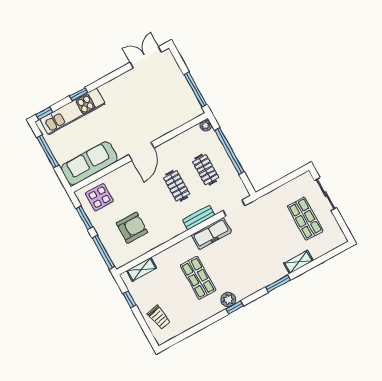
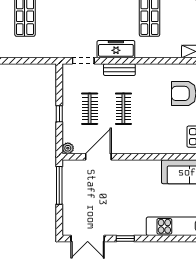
window: (79, 94) -> (125, 238), moved
door: (141, 151) -> (98, 157), moved
window: (229, 151) -> (59, 114), width x0.32

